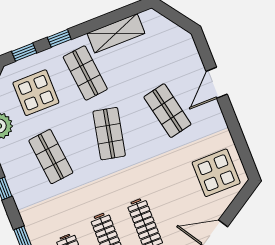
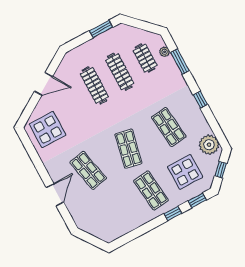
shelving: (116, 33) -> (132, 222), removed

